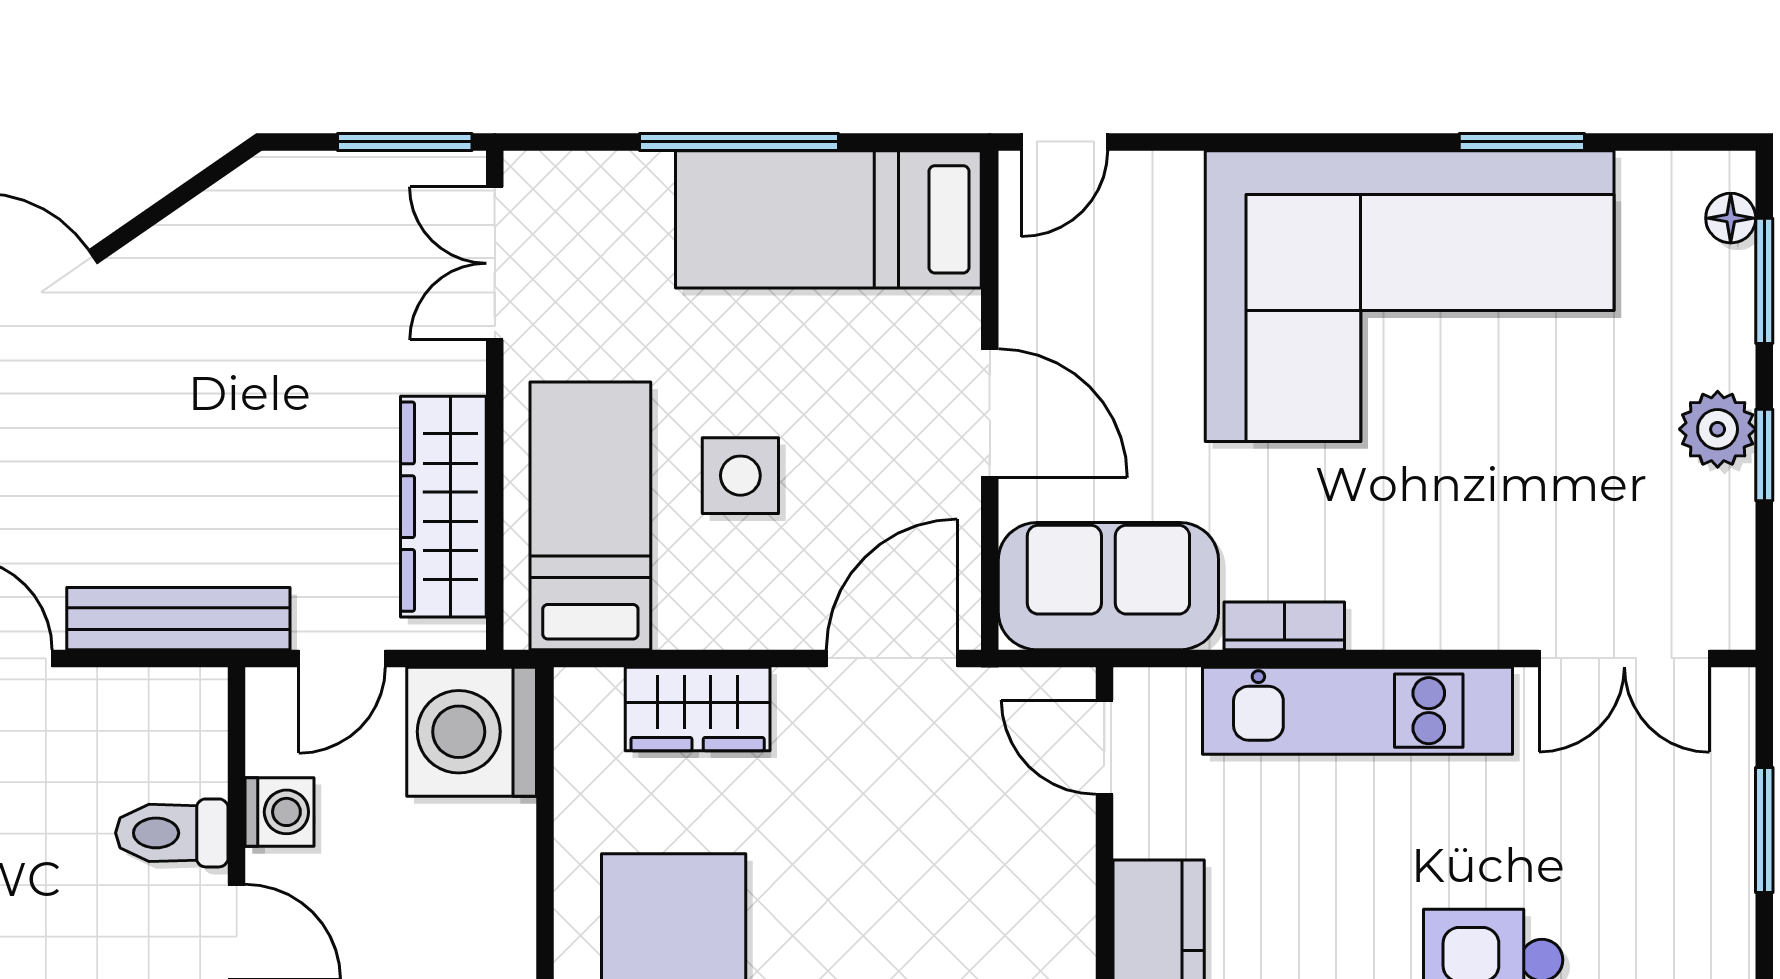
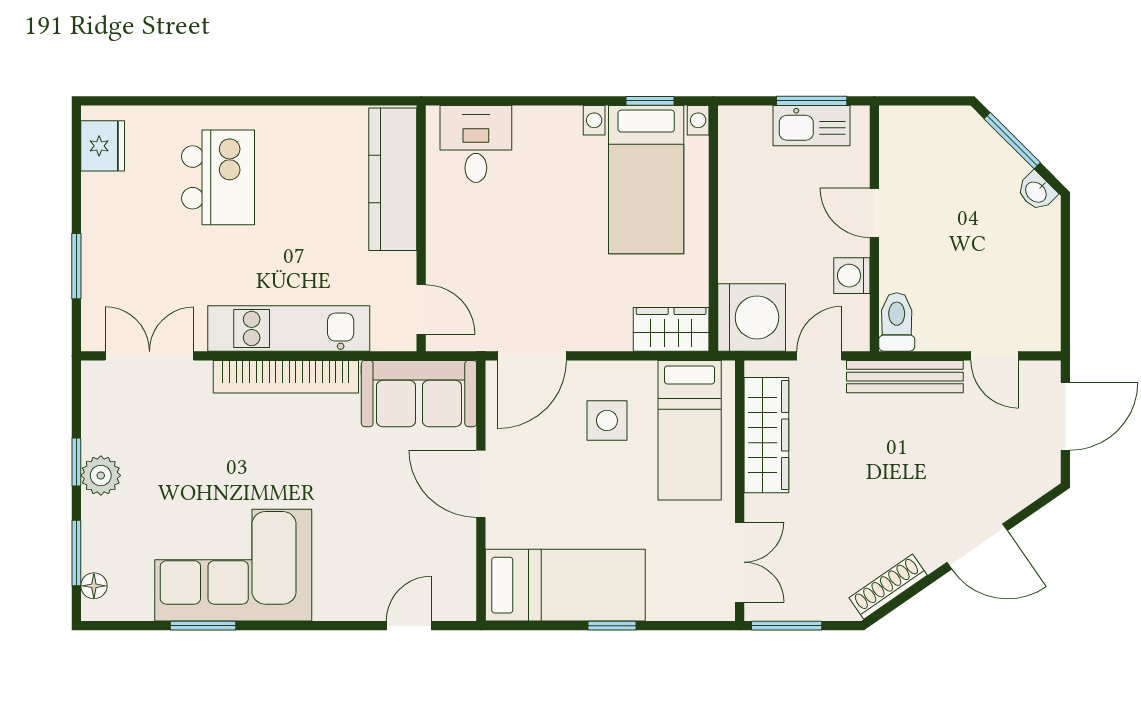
window: (739, 142) -> (612, 626), width x0.46
door: (1064, 142) -> (409, 626), moved
shoe rack: (210, 217) -> (888, 587), added
corner sofa: (1410, 296) -> (233, 565), width x0.73, depth x0.74
side table: (740, 476) -> (607, 421), moved
bookcase: (1284, 626) -> (286, 377), width x2.31, depth x1.31
wardrobe: (698, 709) -> (671, 329), moved
toilet: (172, 833) -> (897, 322), moved, turned -90

